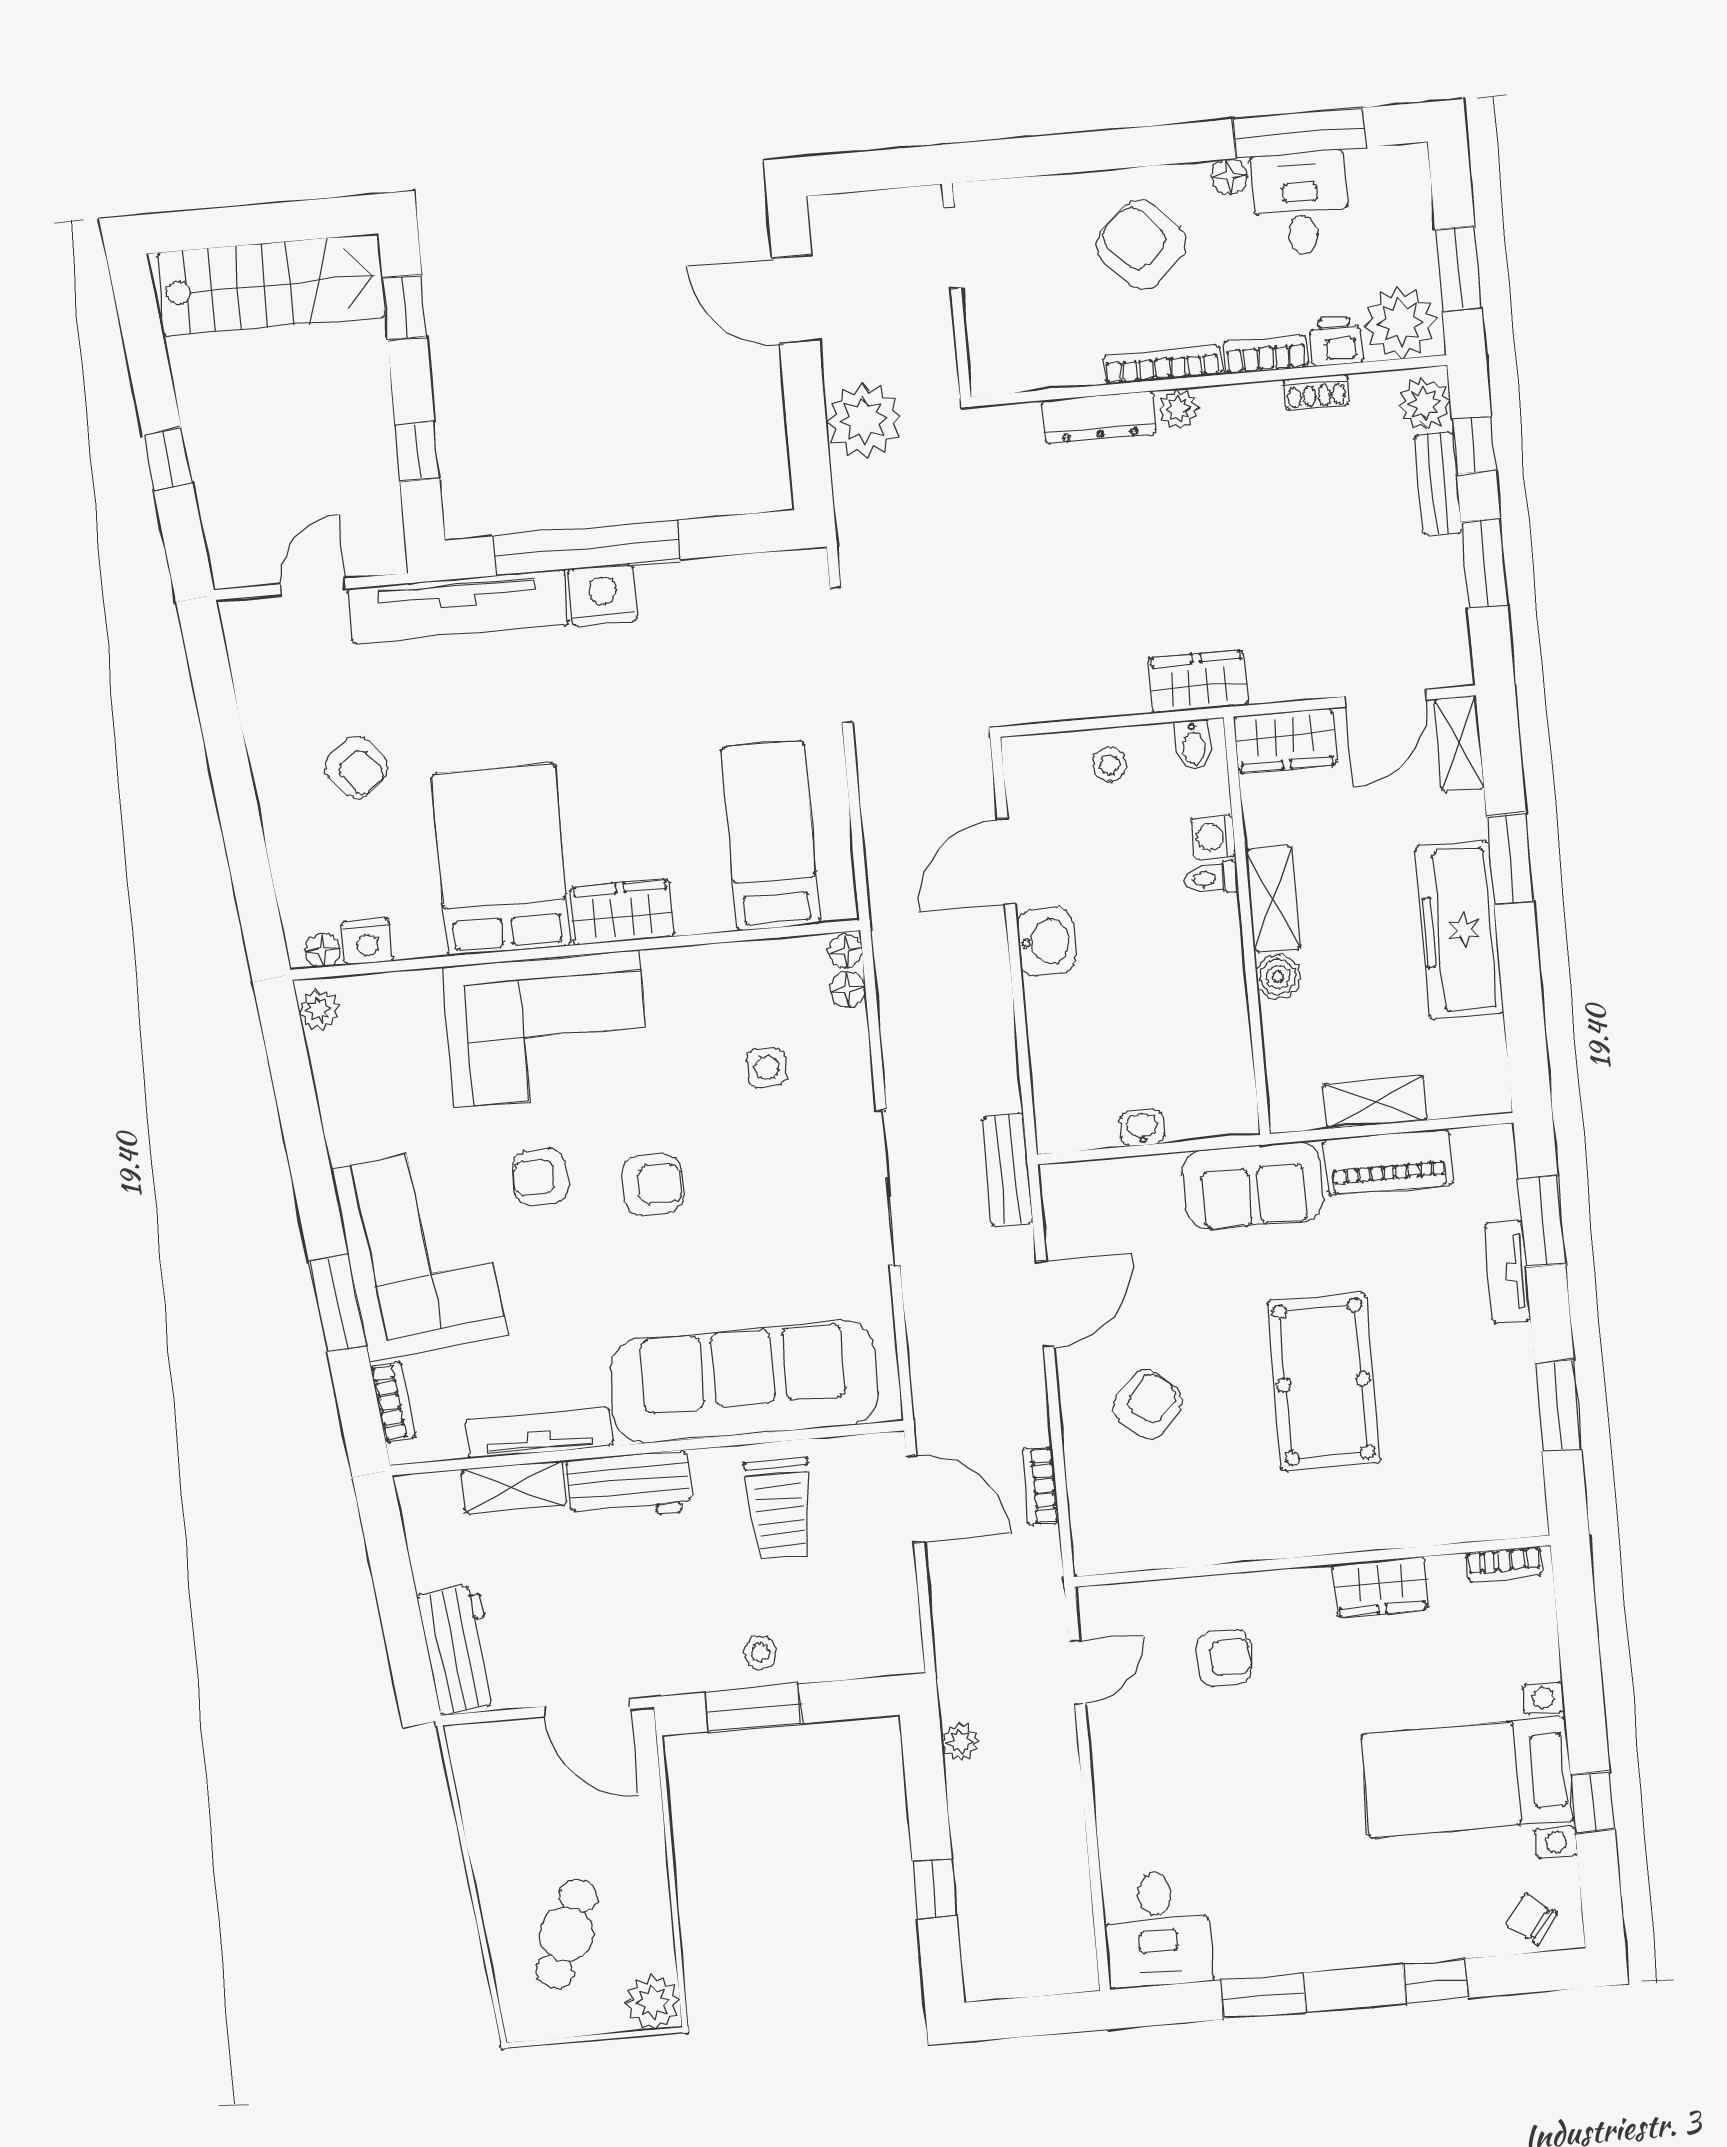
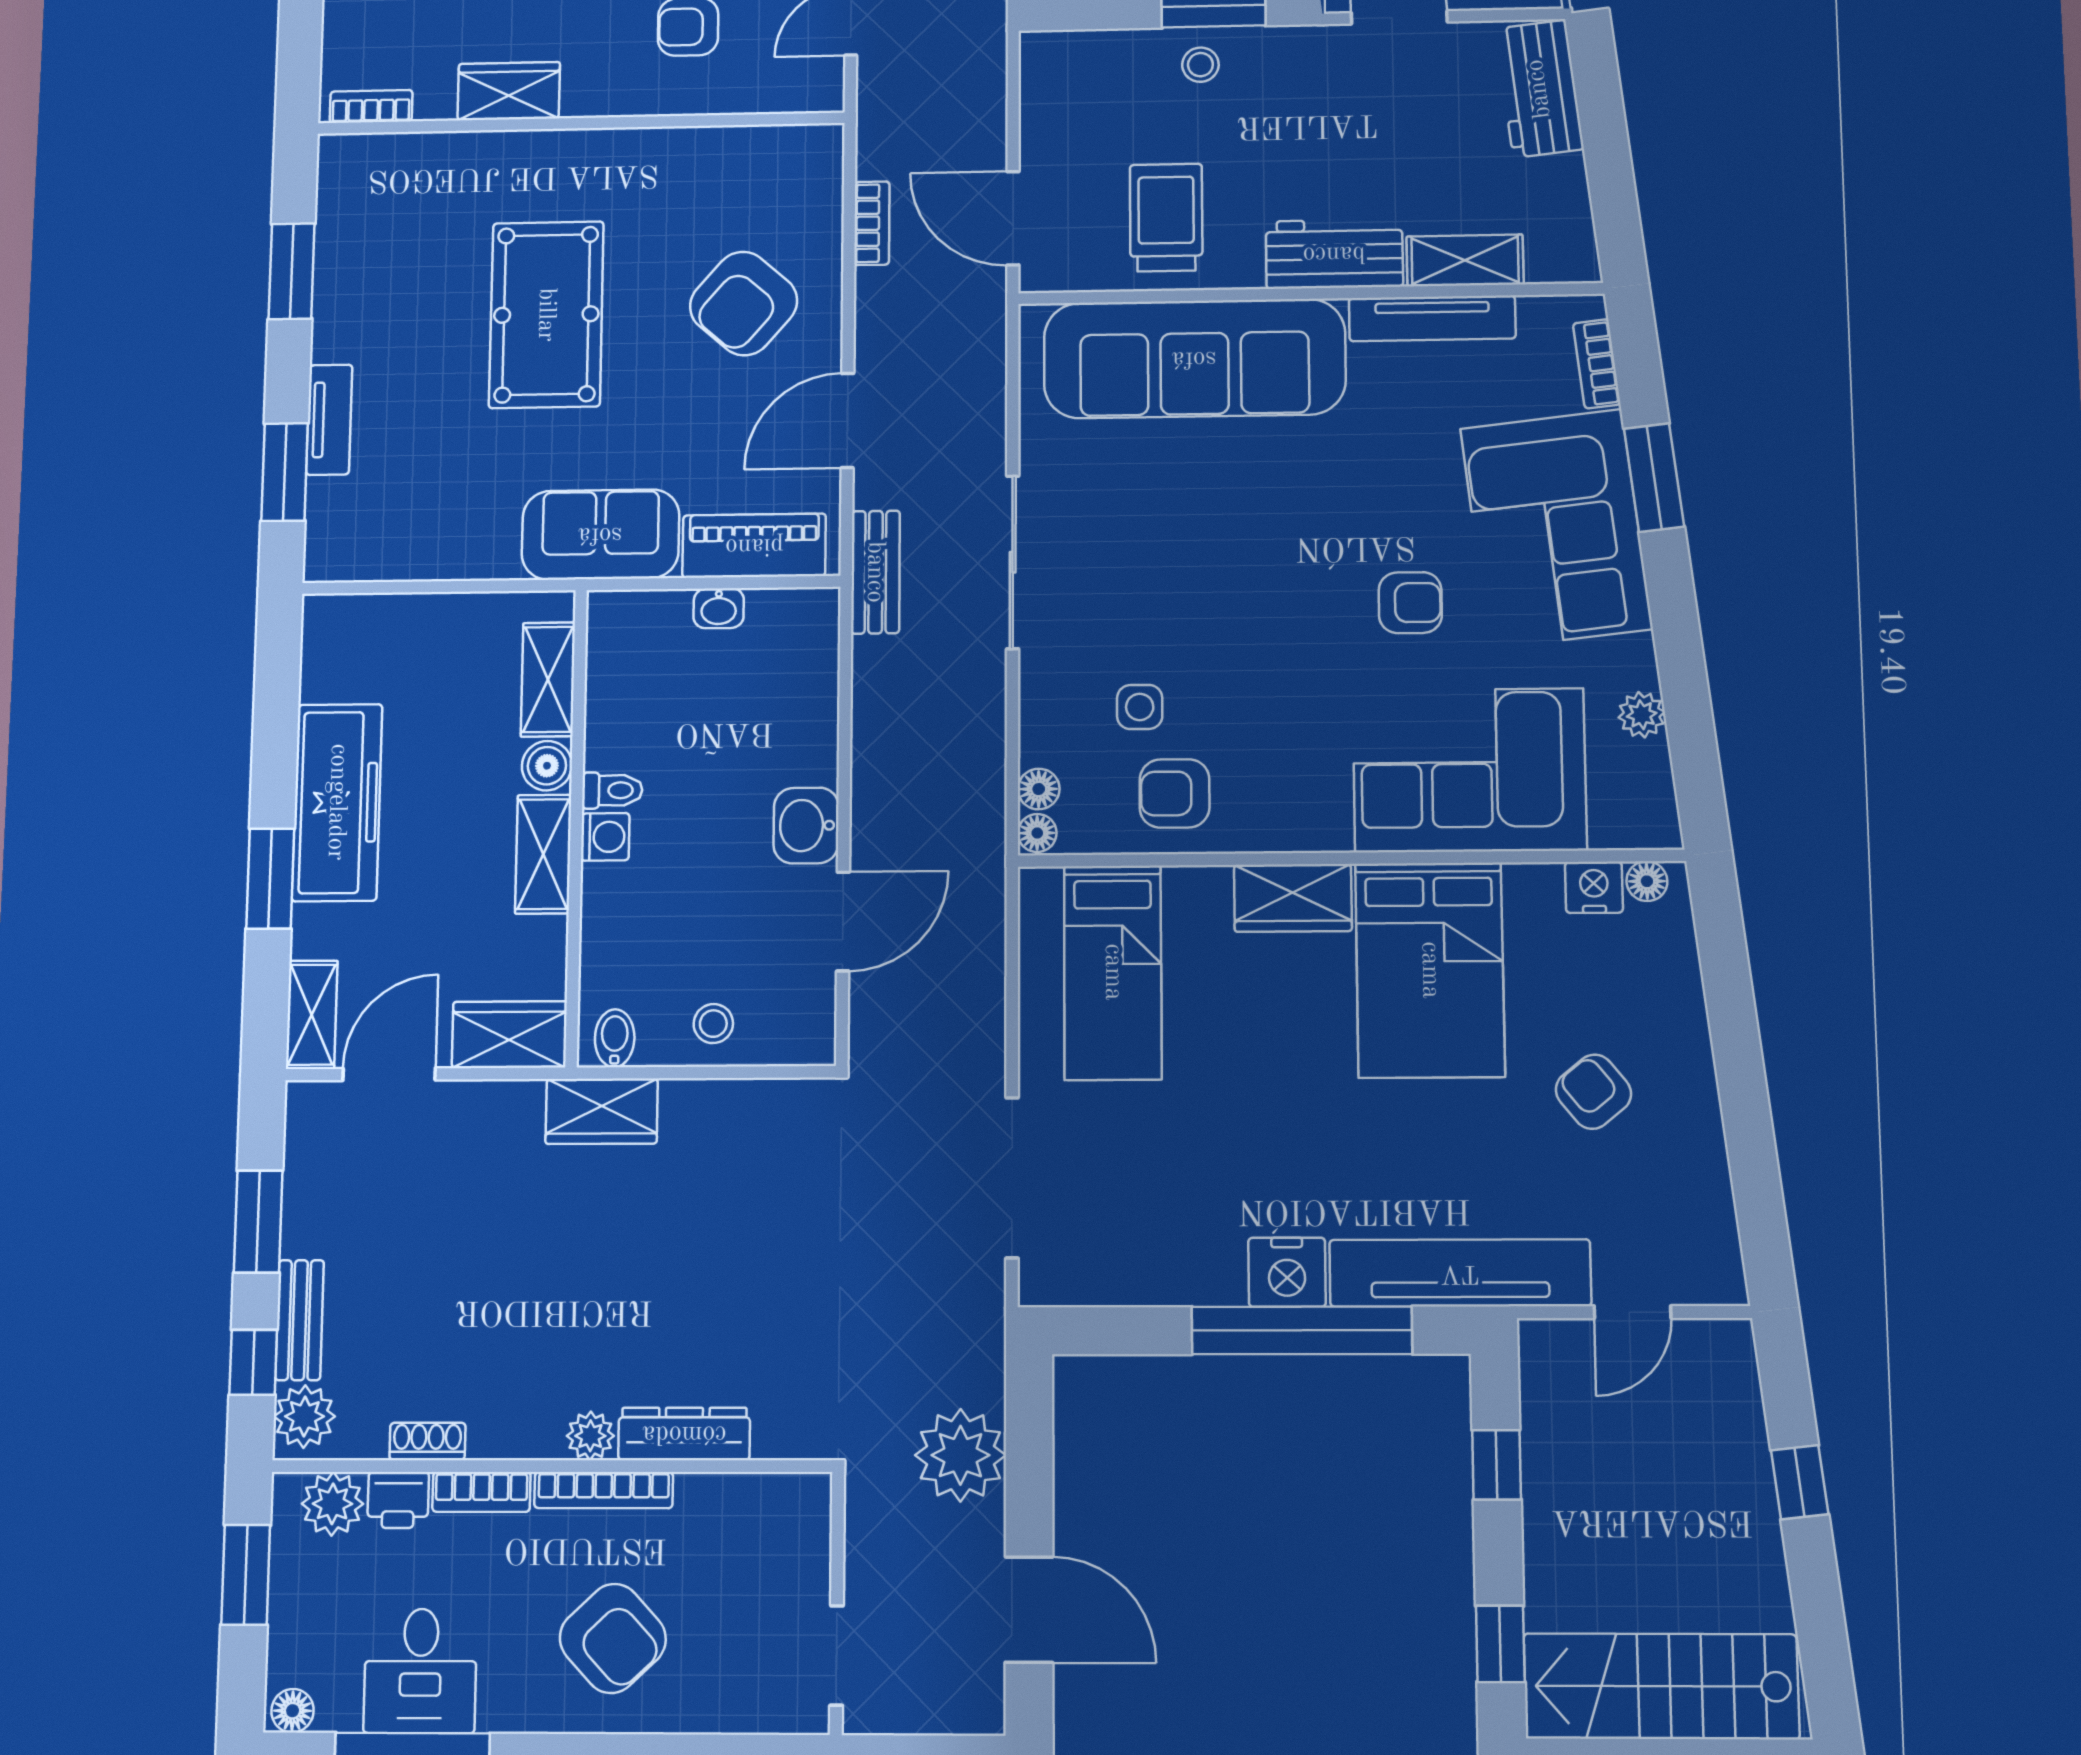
floor lamp: (1229, 177) -> (293, 1711), moved
plant: (1400, 323) -> (332, 1504), width x0.73, depth x0.73
washing machine: (1213, 837) -> (605, 837), moved
toilet: (1211, 878) -> (612, 790), moved
plant: (319, 1010) -> (1642, 715), moved
corner sofa: (547, 1028) -> (1469, 770), moved
shelving: (1376, 1102) -> (548, 679), moved, turned 90
piano: (1388, 1162) -> (754, 546), moved
armchair: (652, 1184) -> (1175, 793), moved
armchair: (1148, 1404) -> (744, 303), width x1.38, depth x1.38

